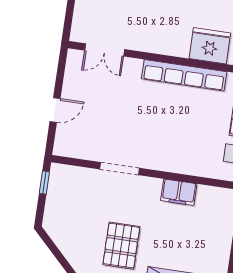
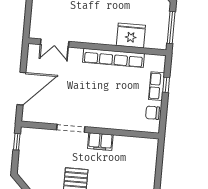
door: (55, 110) -> (21, 89), width x1.88
filing cabinet: (179, 192) -> (100, 142), moved

